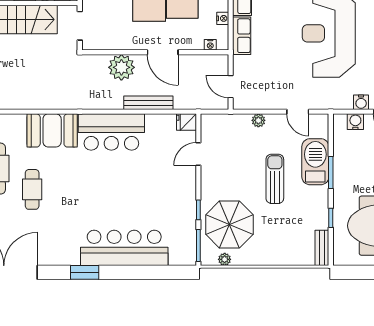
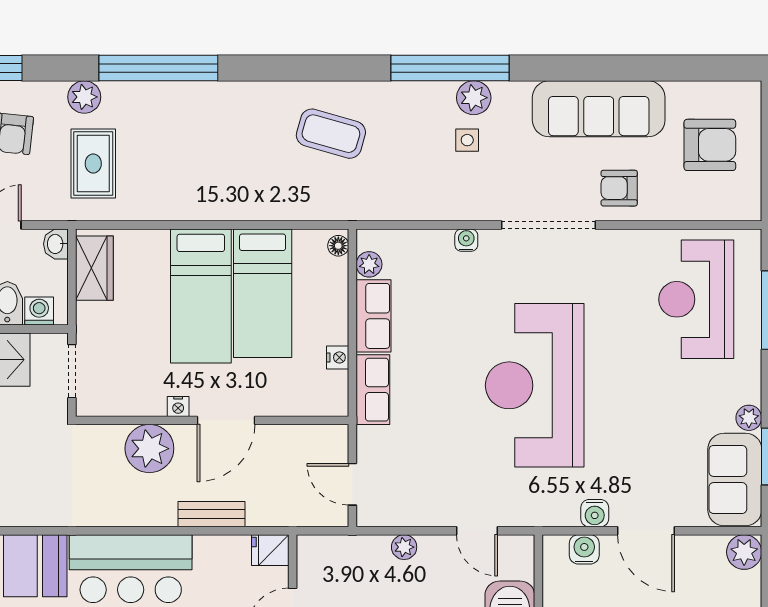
nightstand: (210, 45) -> (178, 406), moved
door: (163, 52) -> (226, 420), hinge flipped
bench: (148, 103) -> (212, 514), width x0.73

